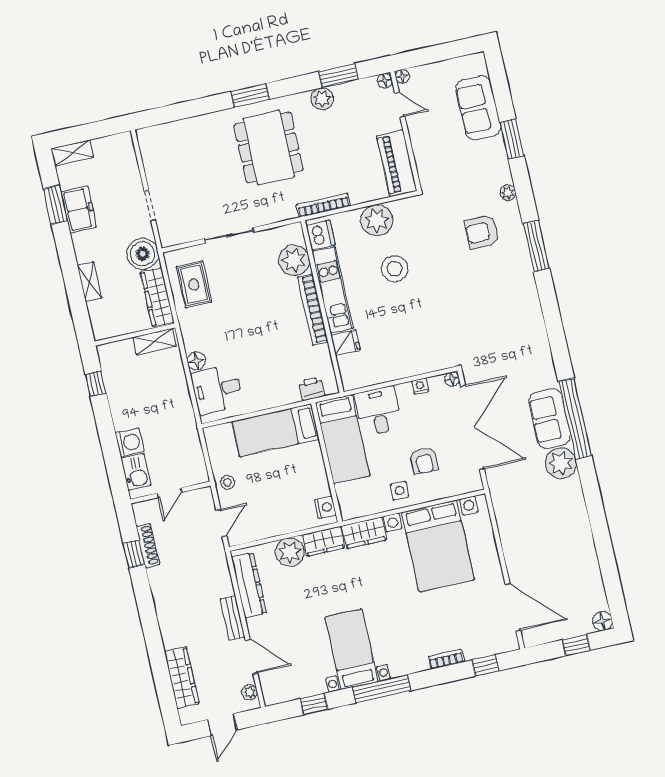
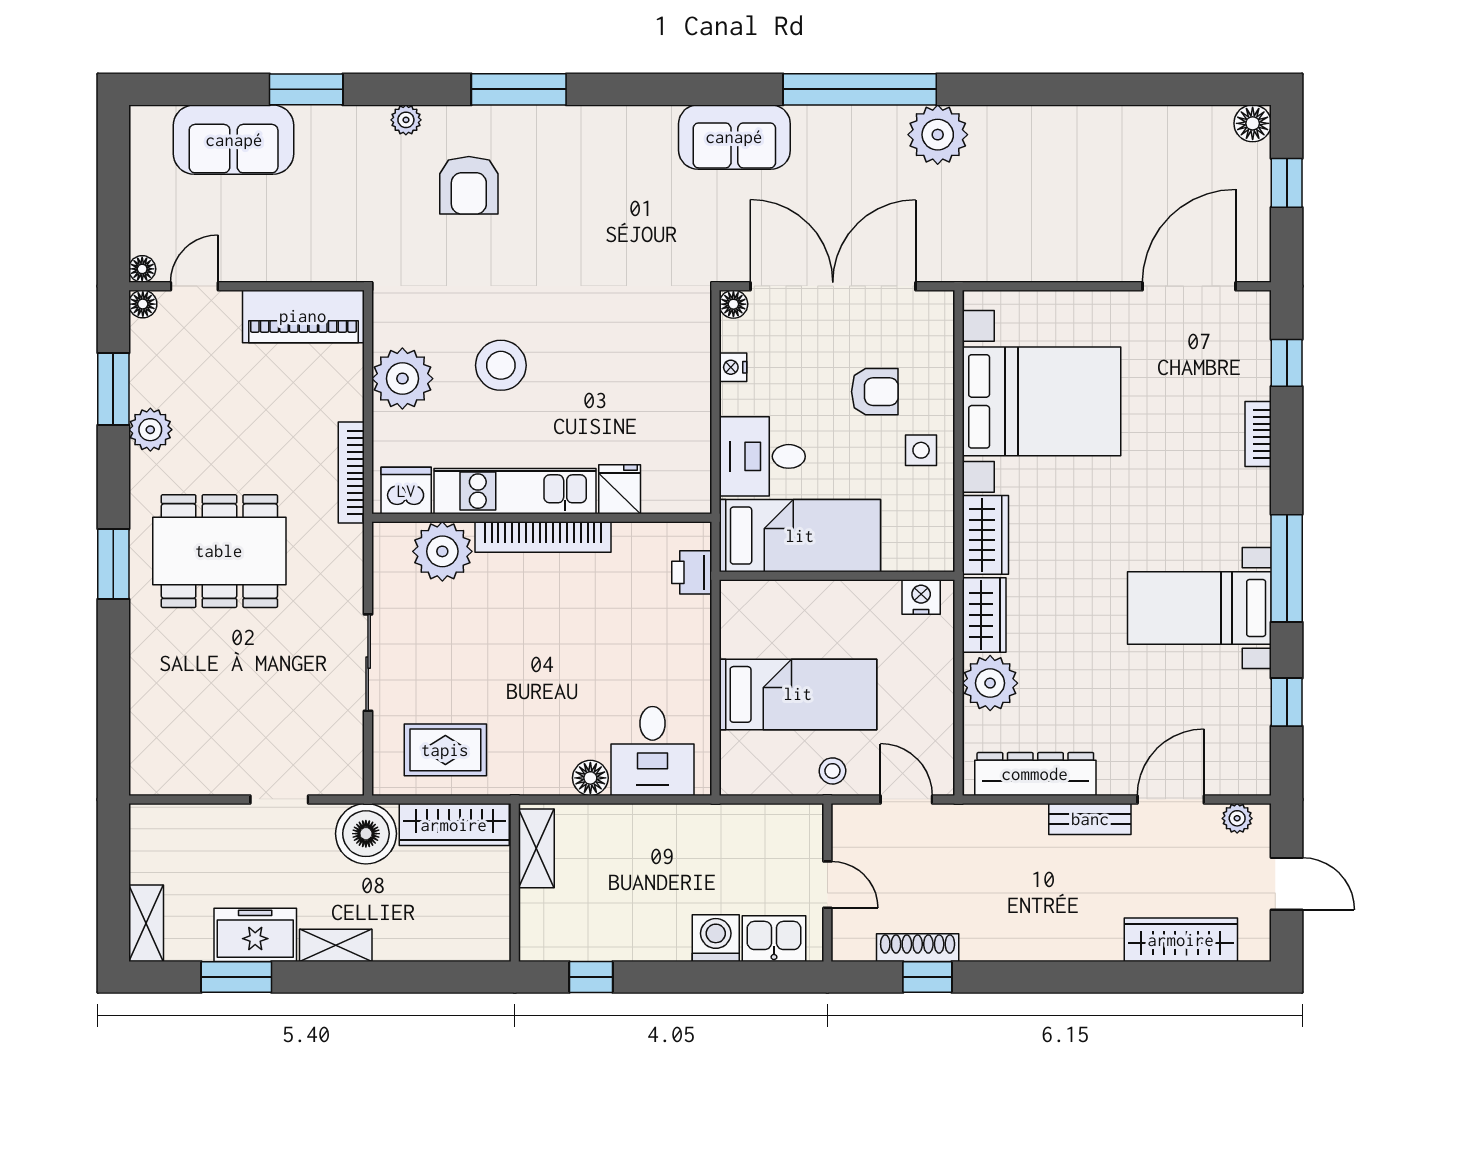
shelving: (90, 281) -> (336, 945), moved
sofa: (550, 419) -> (734, 137), moved
bed: (276, 430) -> (798, 694), moved, turned -90

